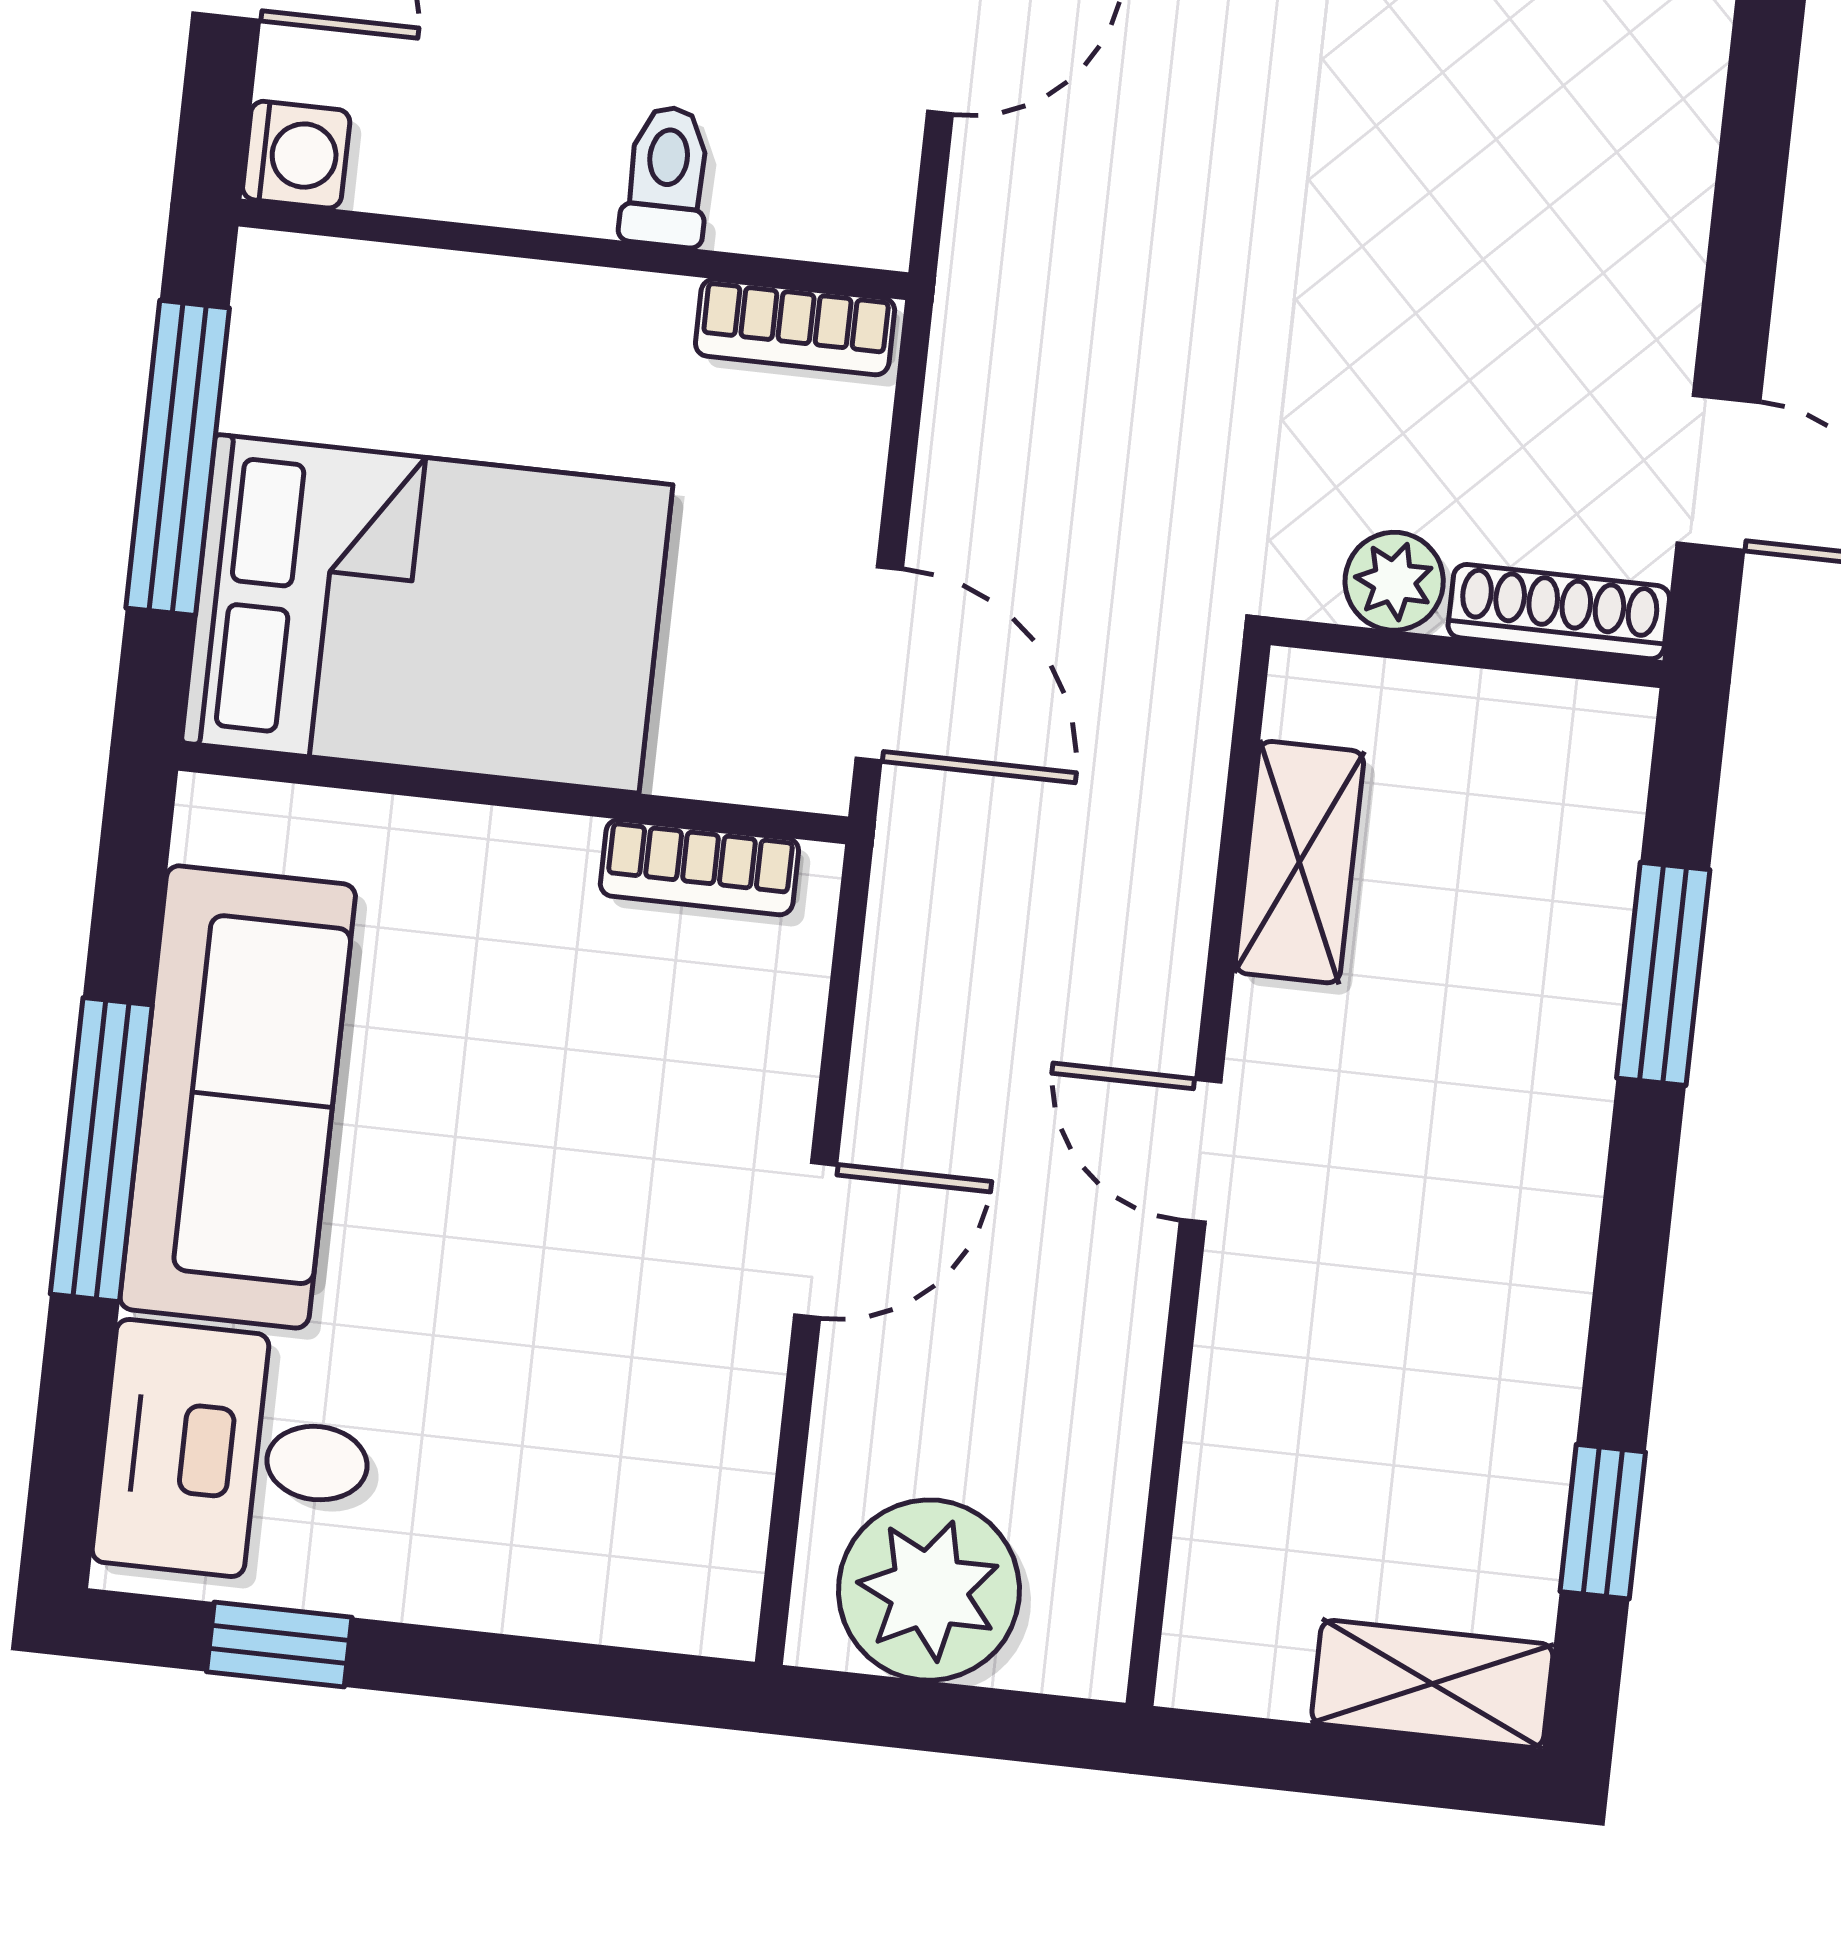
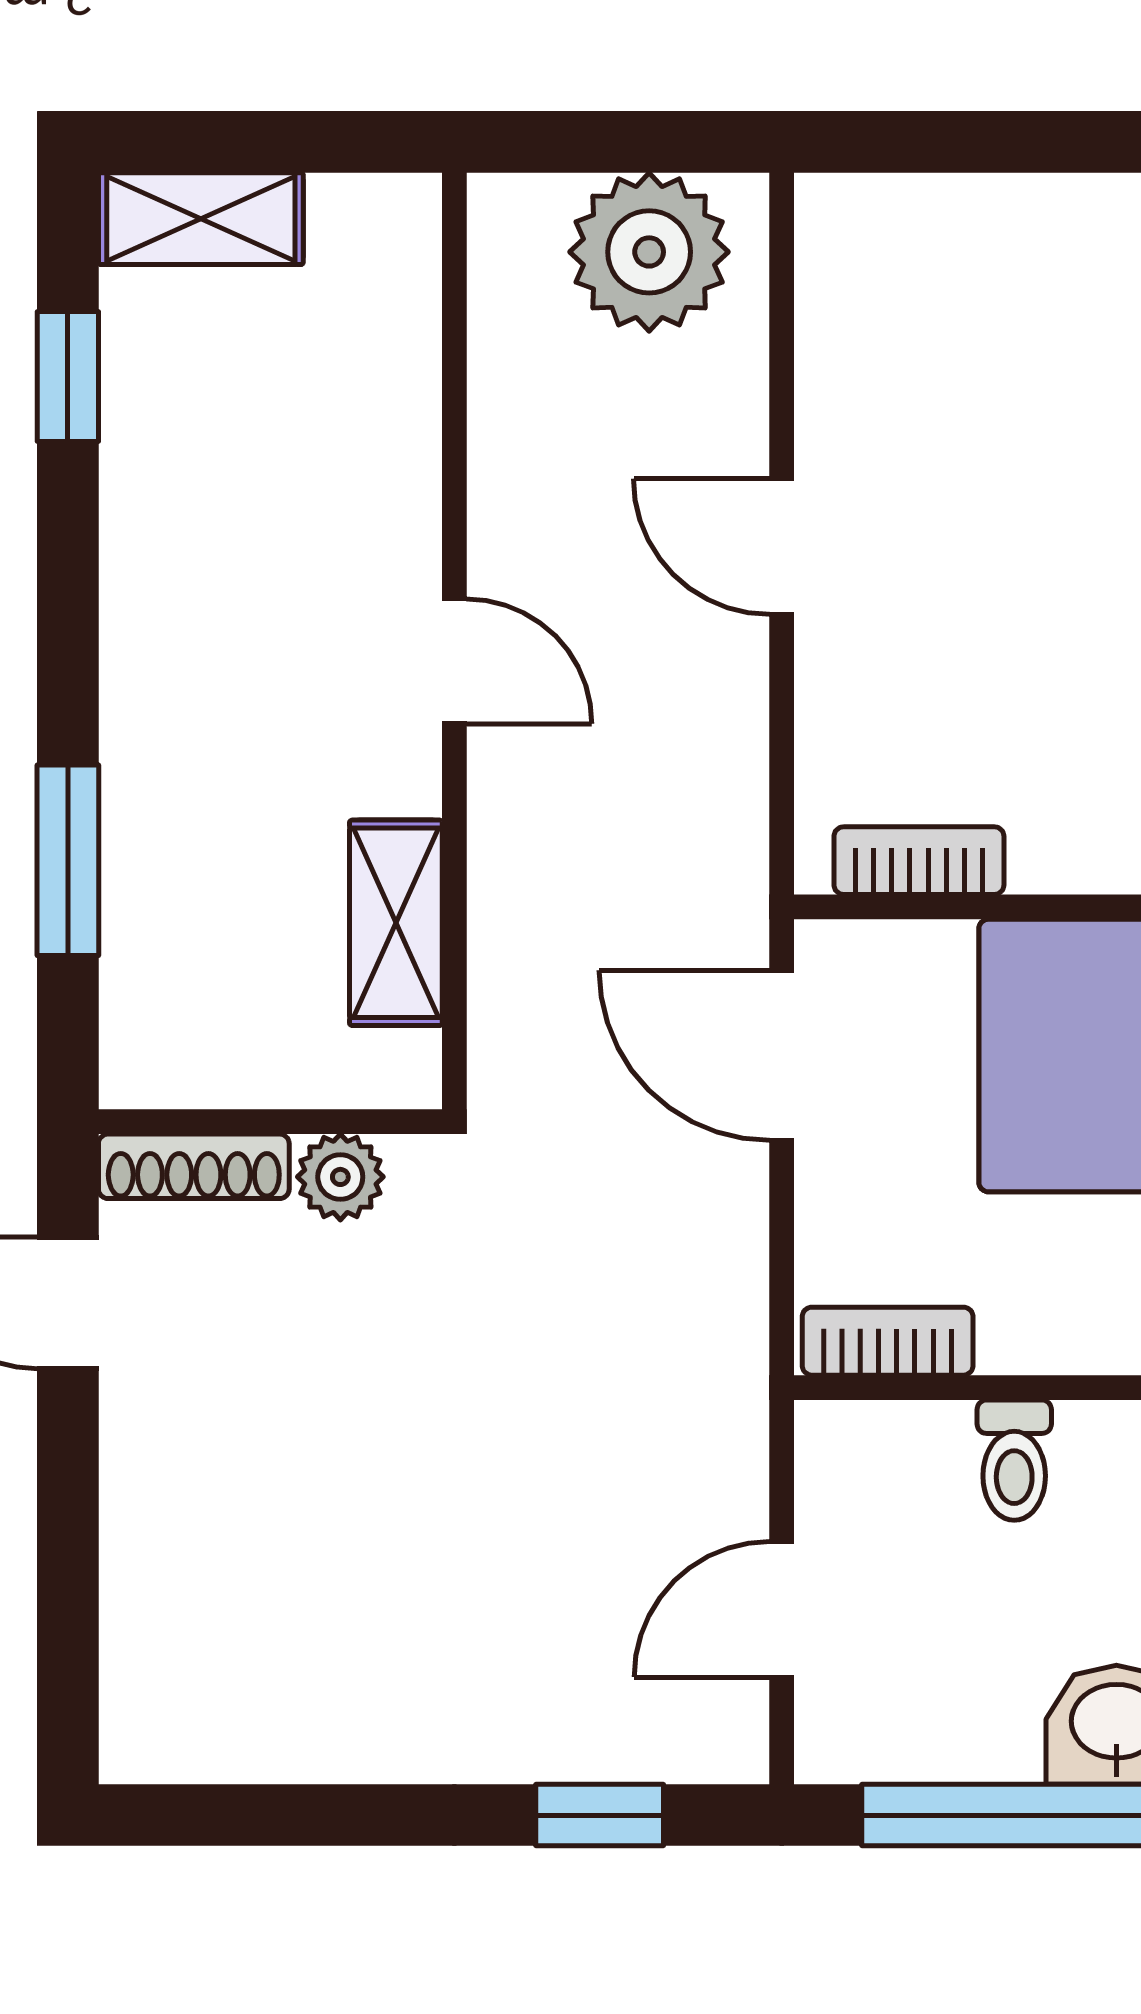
door: (816, 1240) -> (782, 547), hinge flipped

